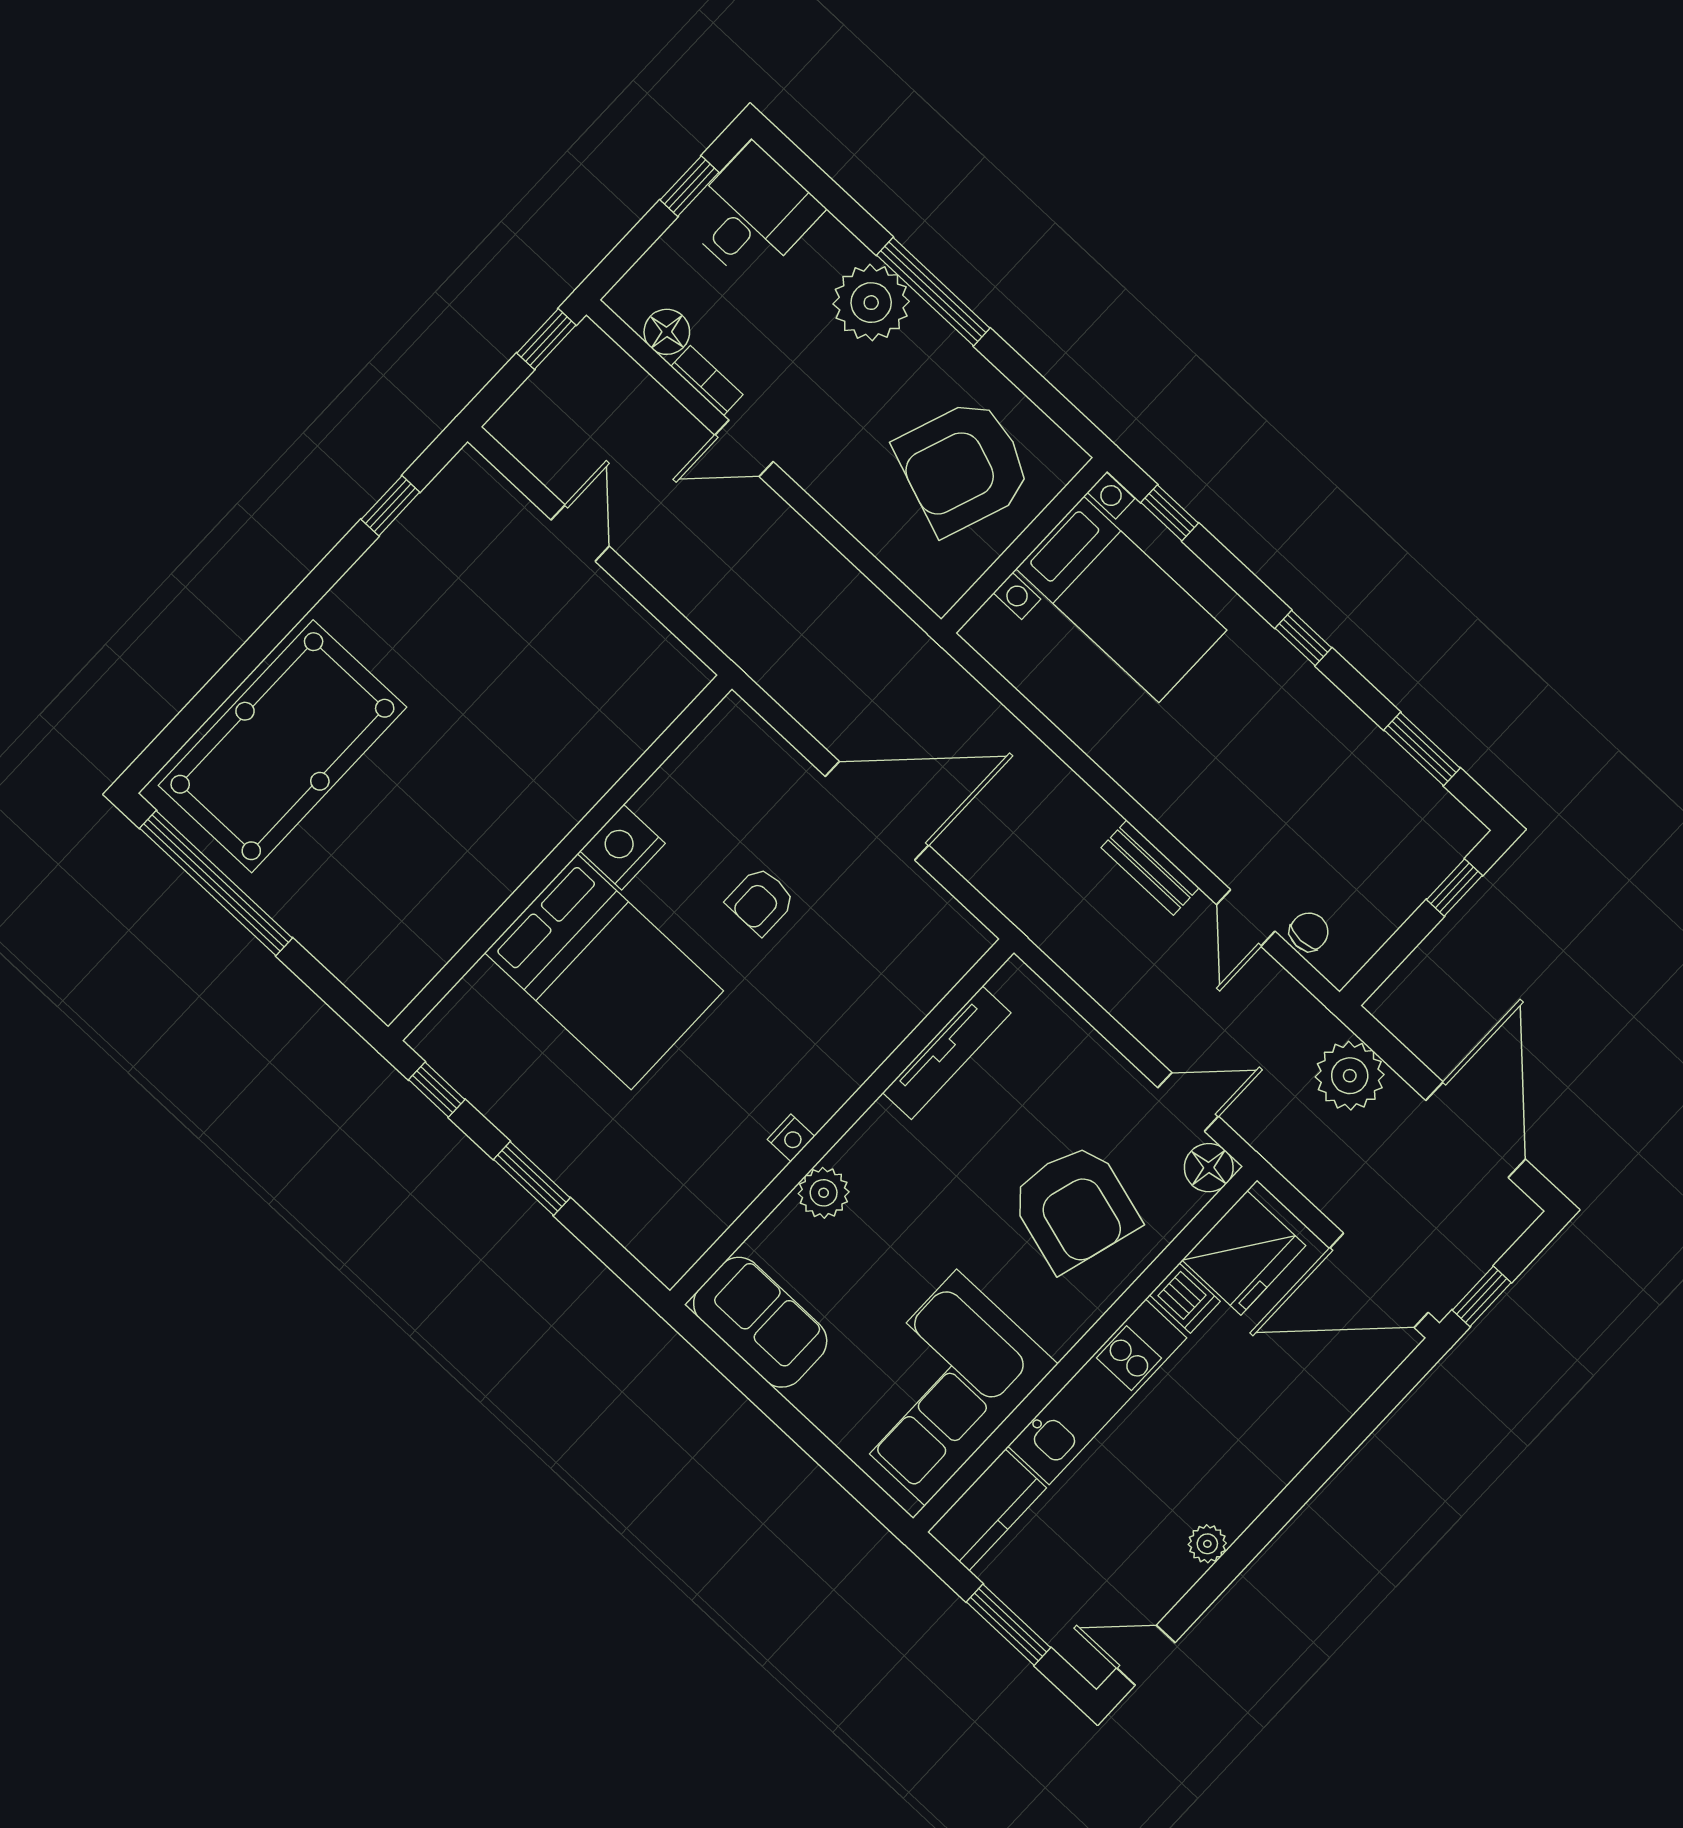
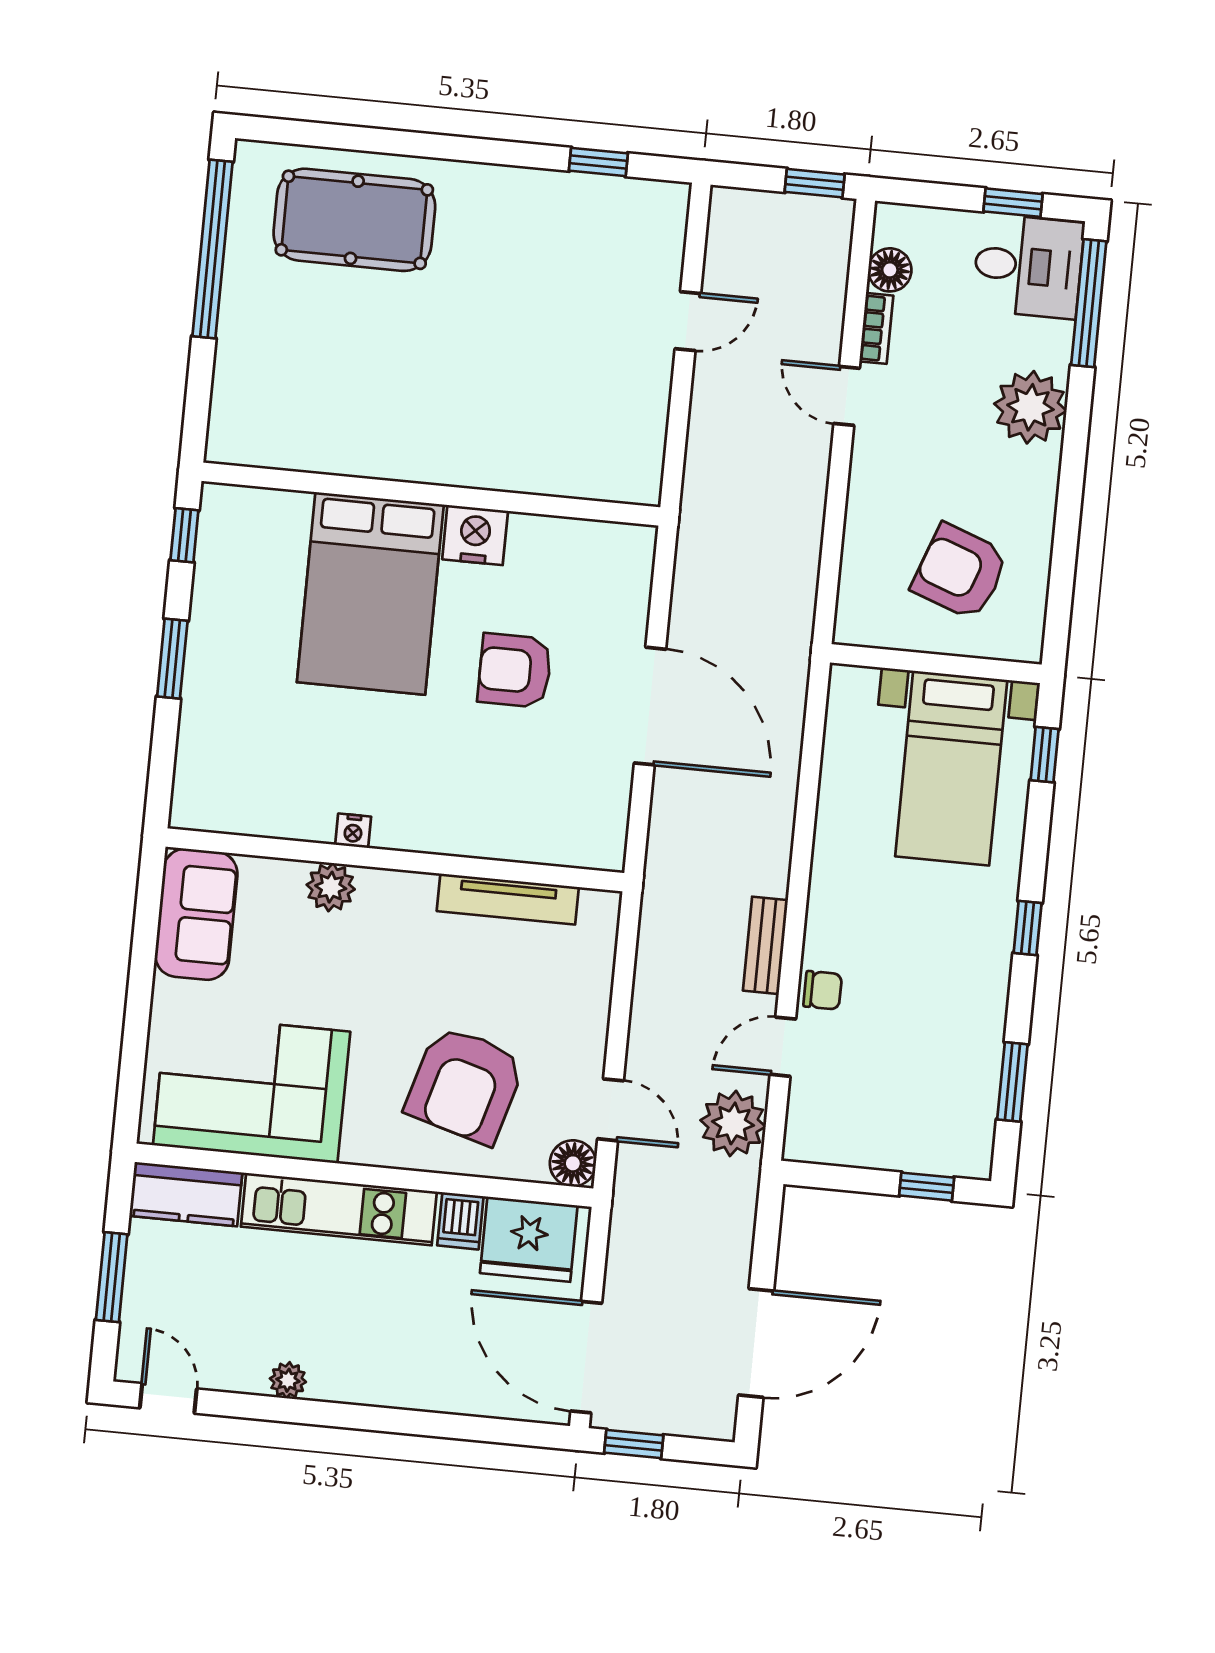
window: (933, 292) -> (1089, 303), moved
armchair: (963, 466) -> (960, 572), width x0.73, depth x0.73
pool table: (282, 746) -> (354, 220), width x0.73, depth x0.76
armchair: (761, 901) -> (515, 671), width x1.38, depth x1.38
chair: (1309, 932) -> (823, 990), moved
plant: (1350, 1076) -> (733, 1123), moved

